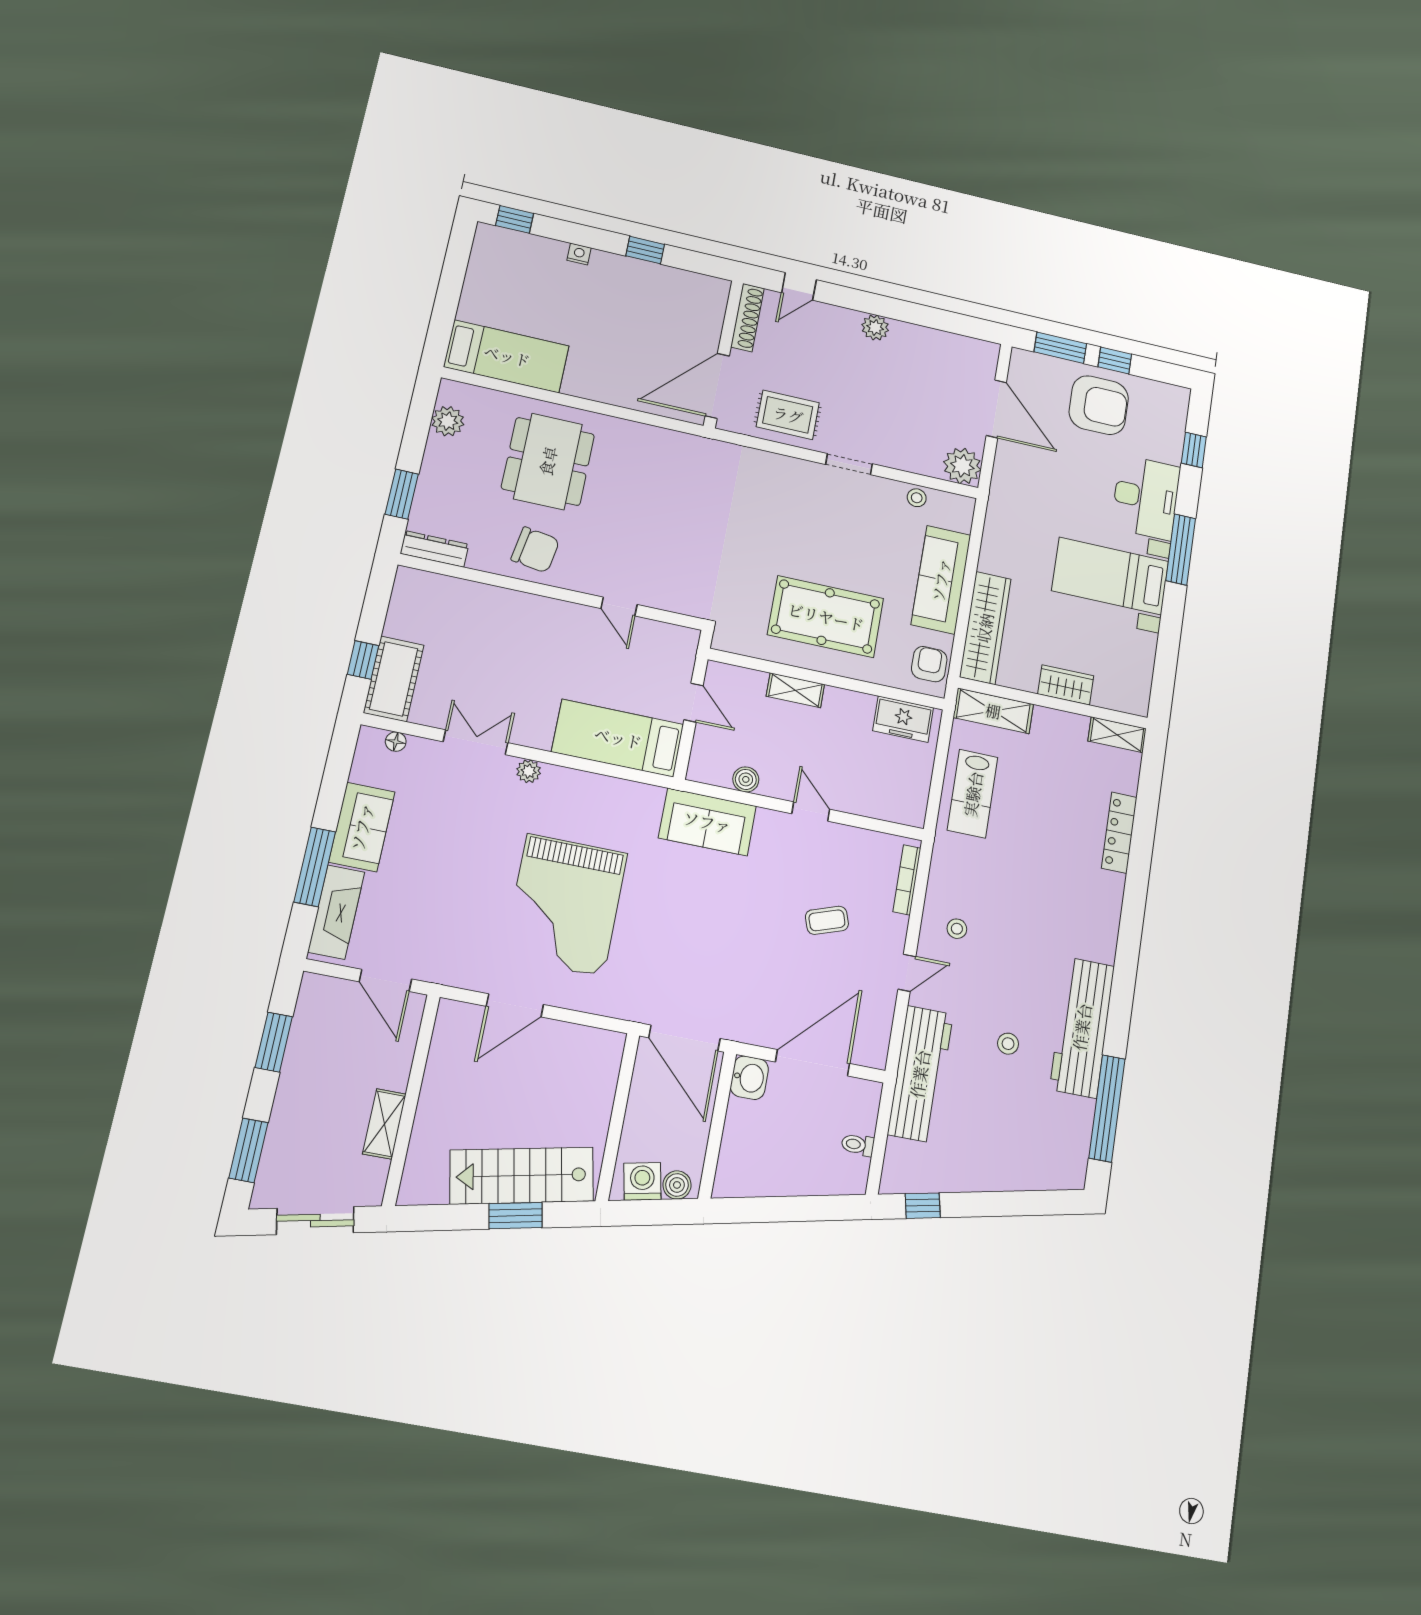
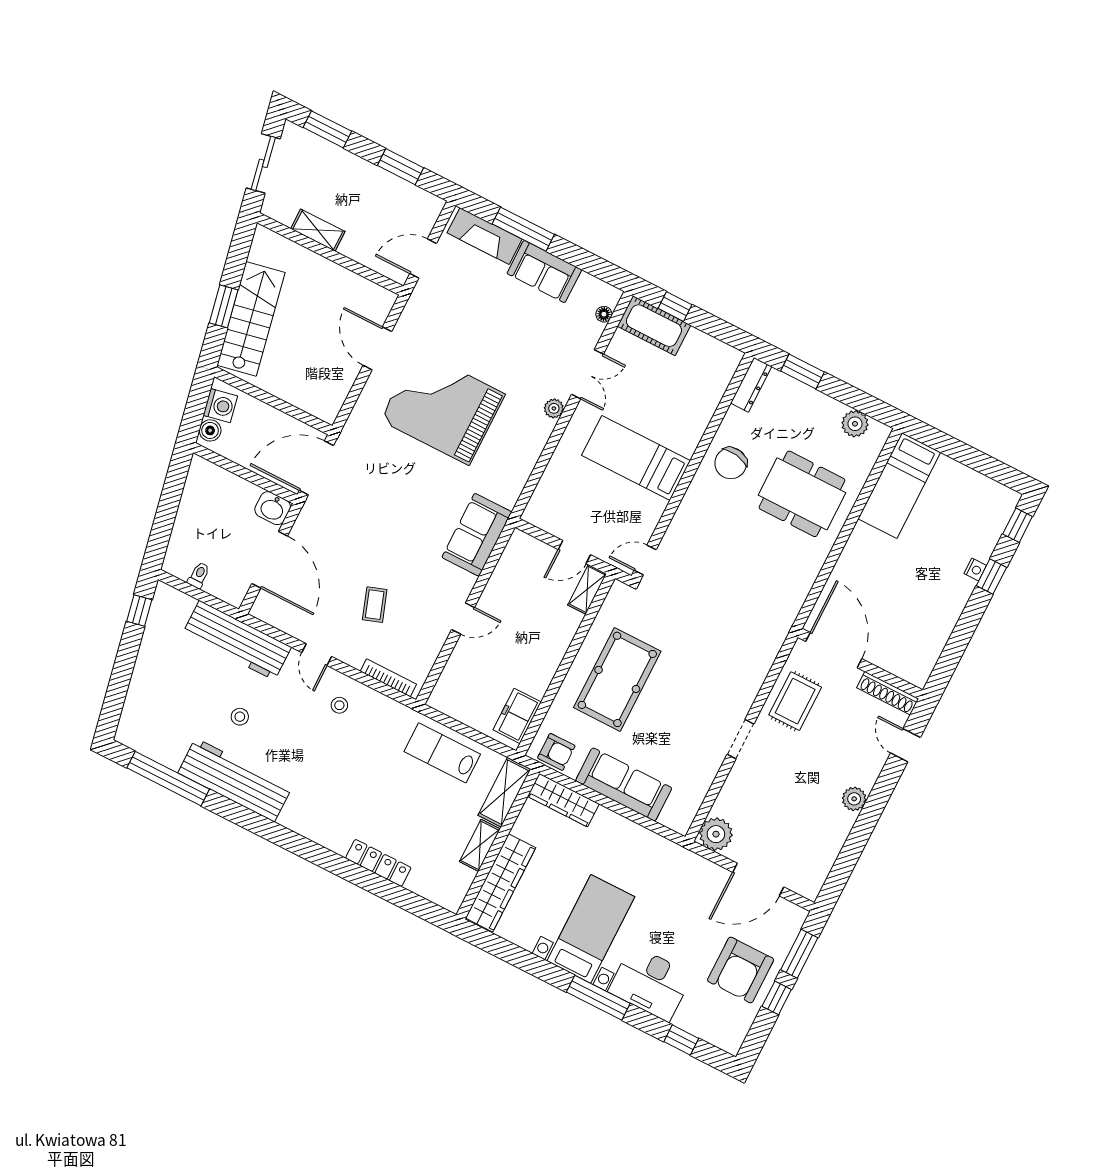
window: (645, 250) -> (991, 577), moved
stool: (917, 498) -> (698, 787), removed
door: (619, 607) -> (645, 560), moved
wardrobe: (985, 628) -> (563, 800), width x0.71, depth x0.85
wardrobe: (1066, 685) -> (501, 883), width x2.10, depth x1.17
shelving: (795, 690) -> (587, 589), moved
shelving: (1117, 735) -> (480, 845), moved
bed: (618, 738) -> (636, 458), moved, turned -90
boiler: (746, 779) -> (502, 575), removed

